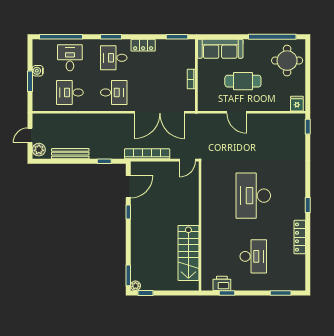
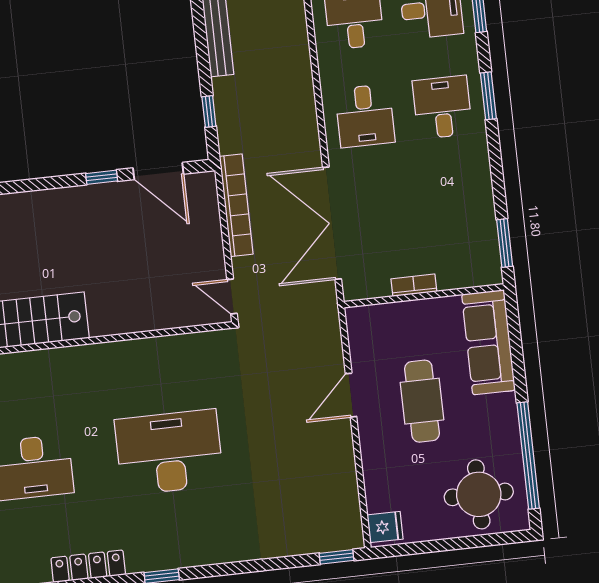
locker: (143, 45) -> (477, 170), removed

